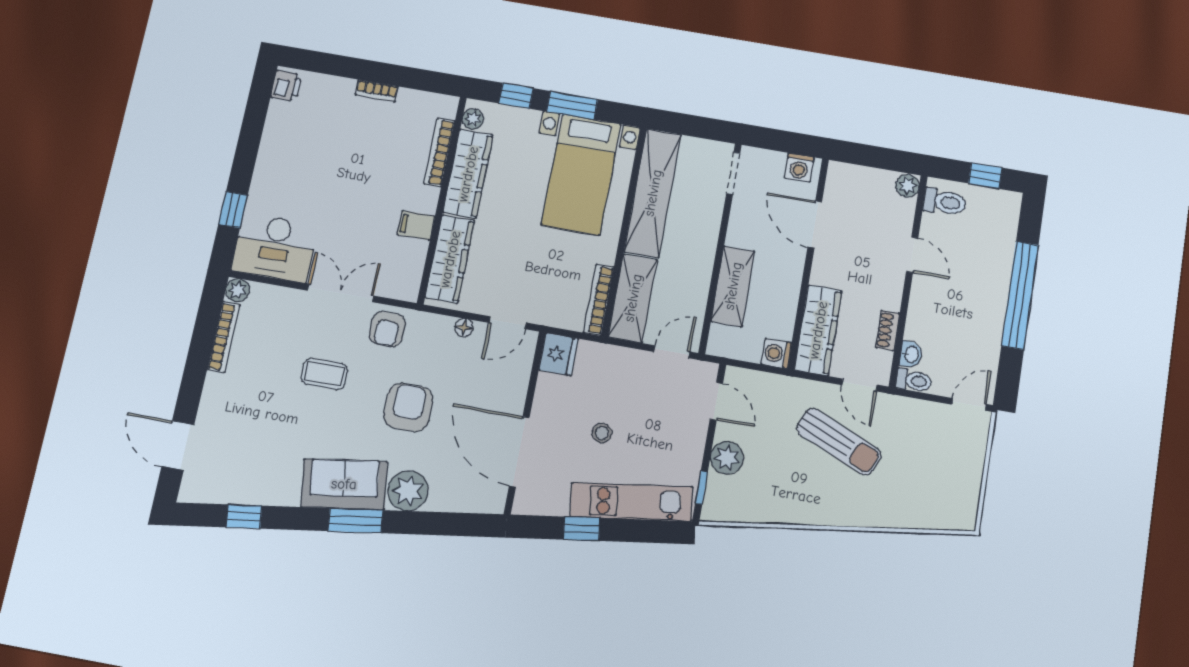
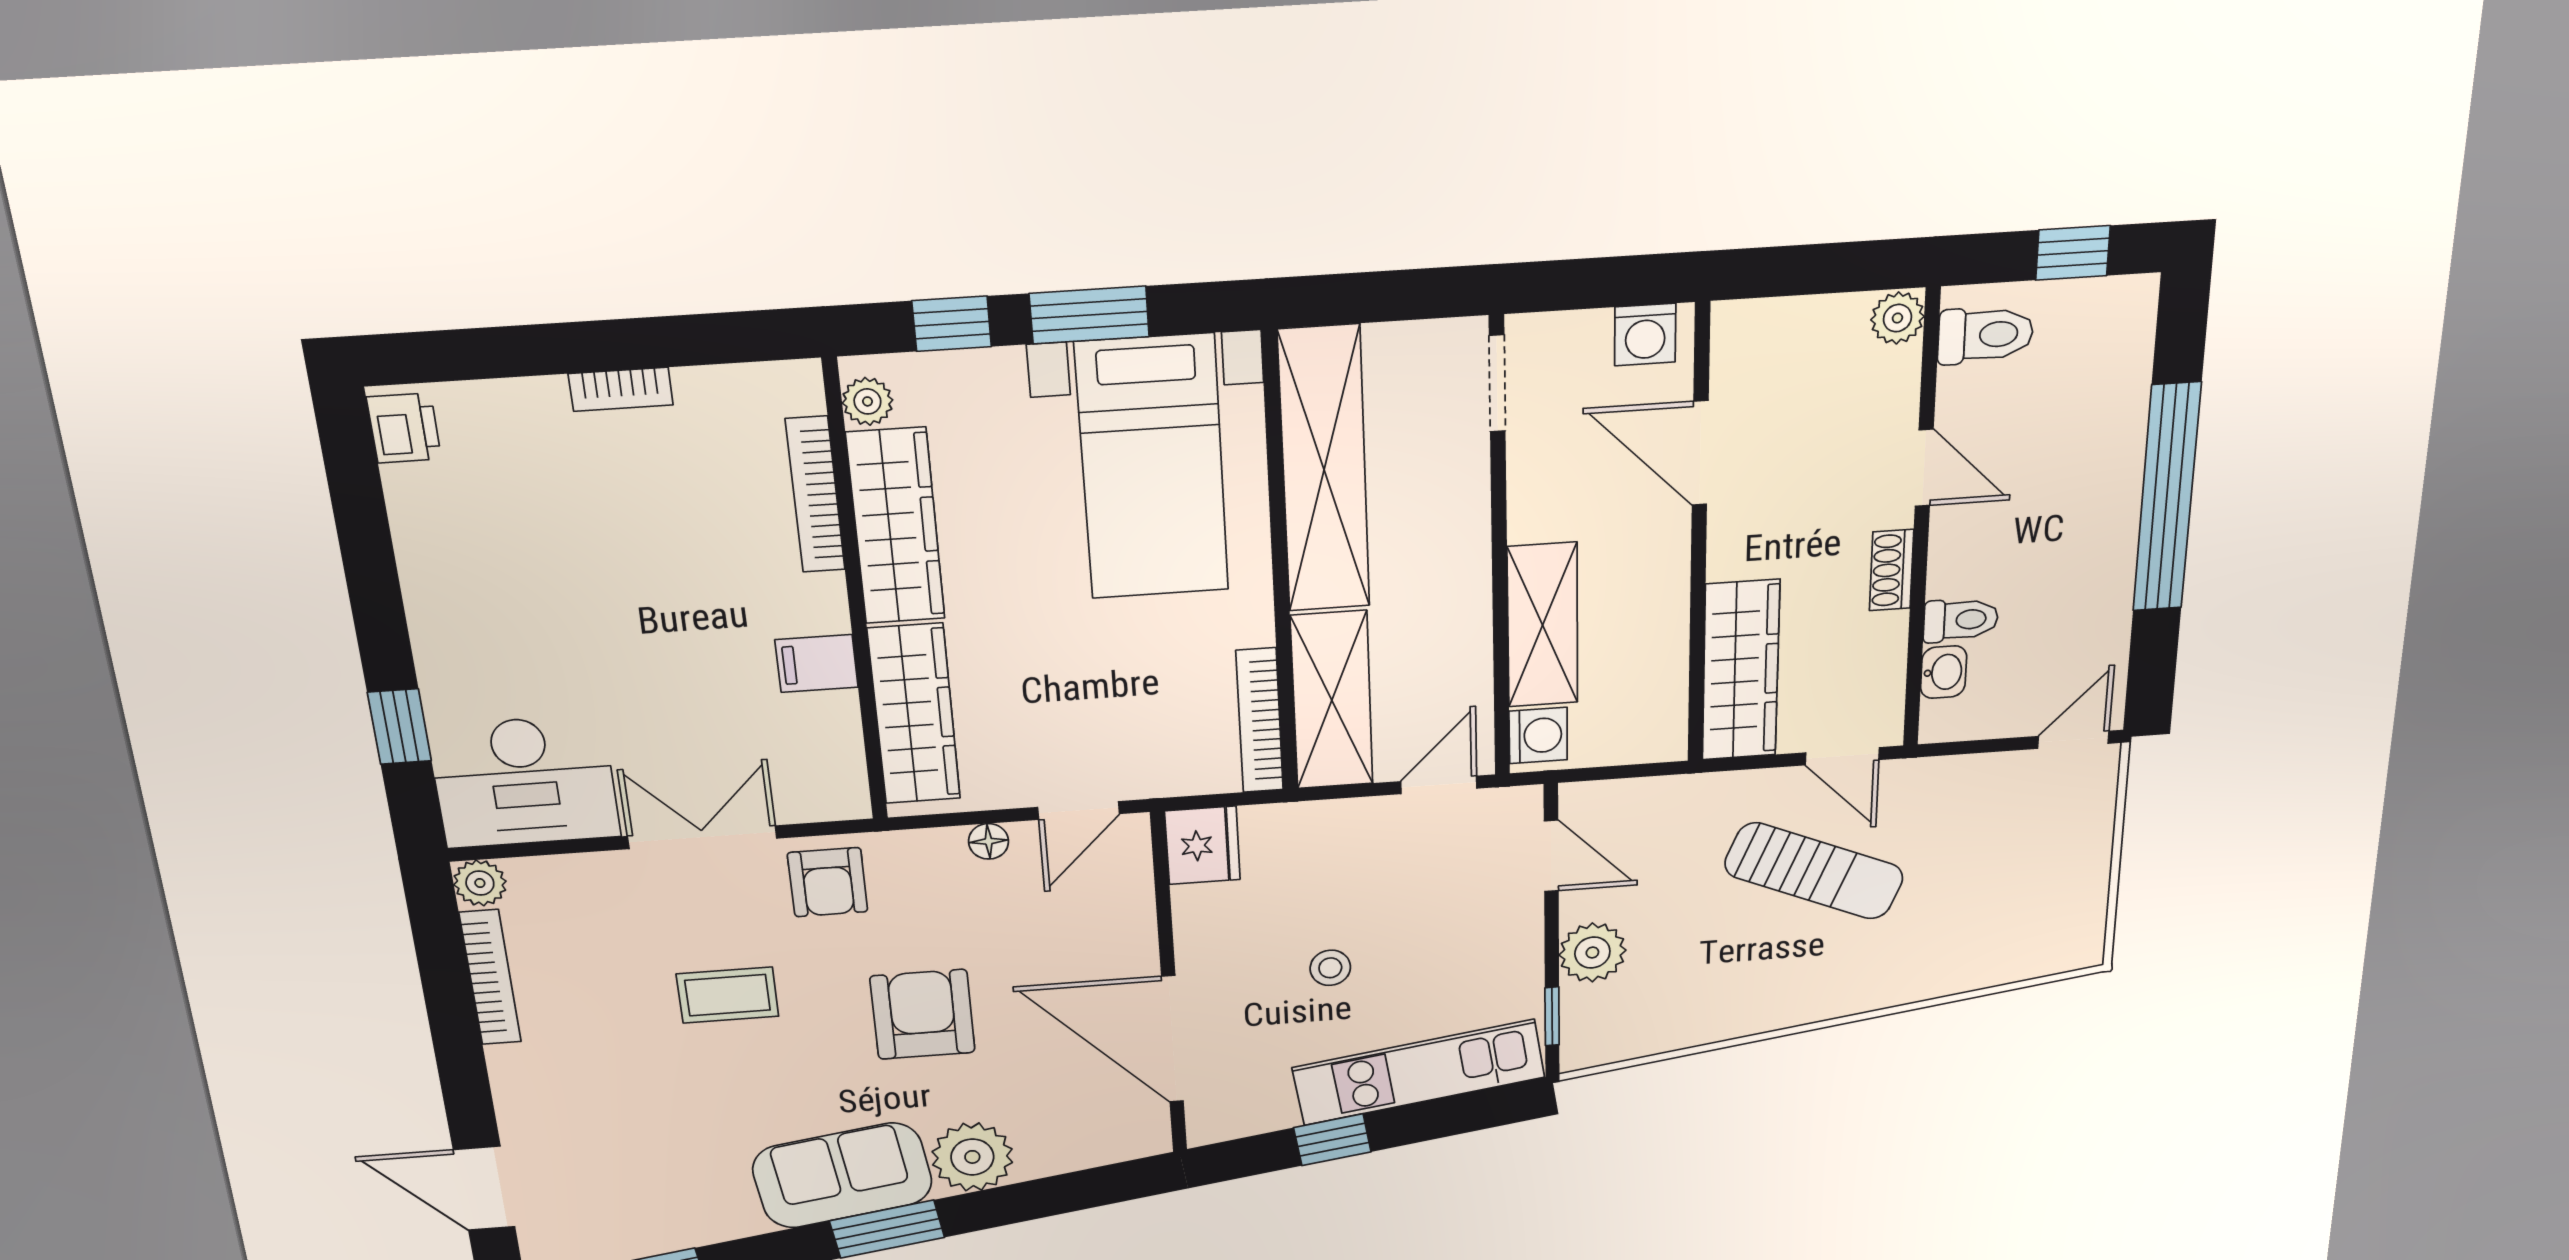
shoe rack: (888, 330) -> (1892, 570), moved
washing machine: (776, 353) -> (1538, 736), moved, turned 180
toilet: (914, 381) -> (1961, 620), moved

